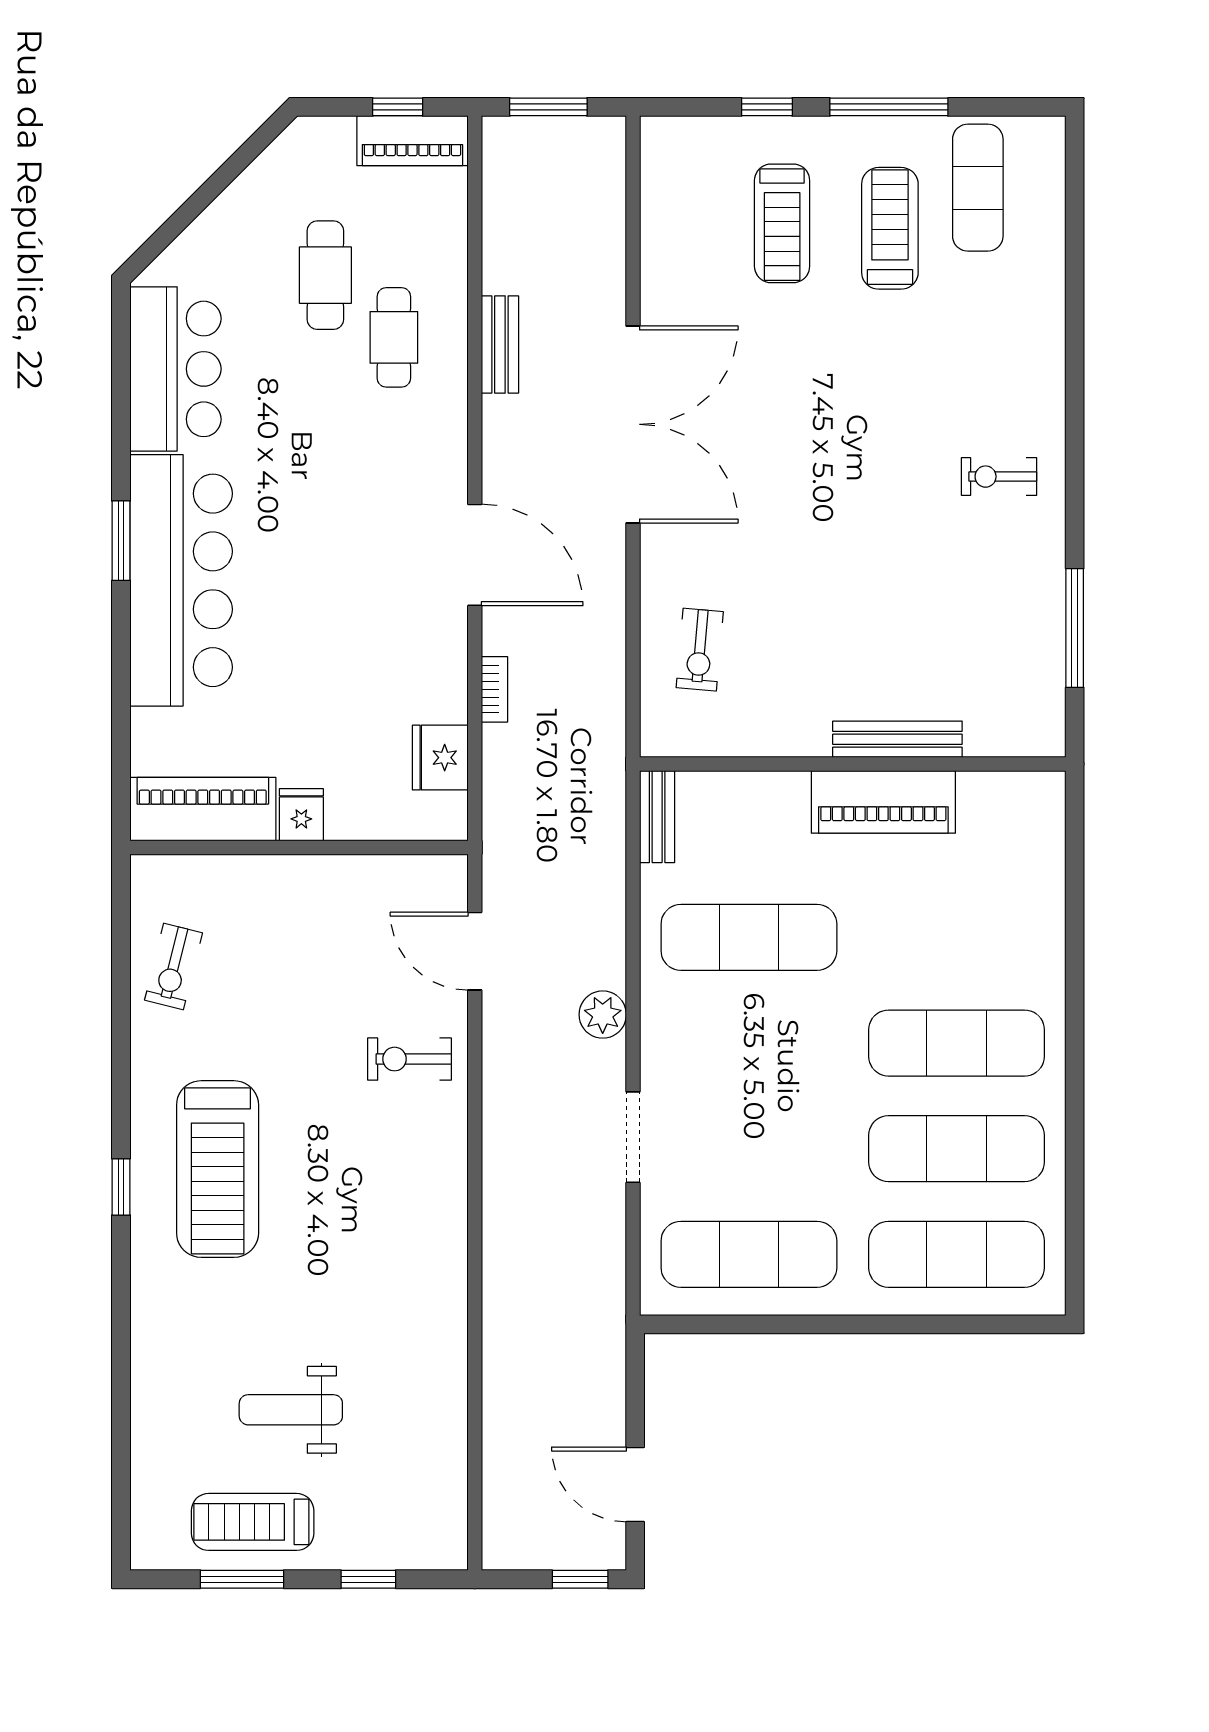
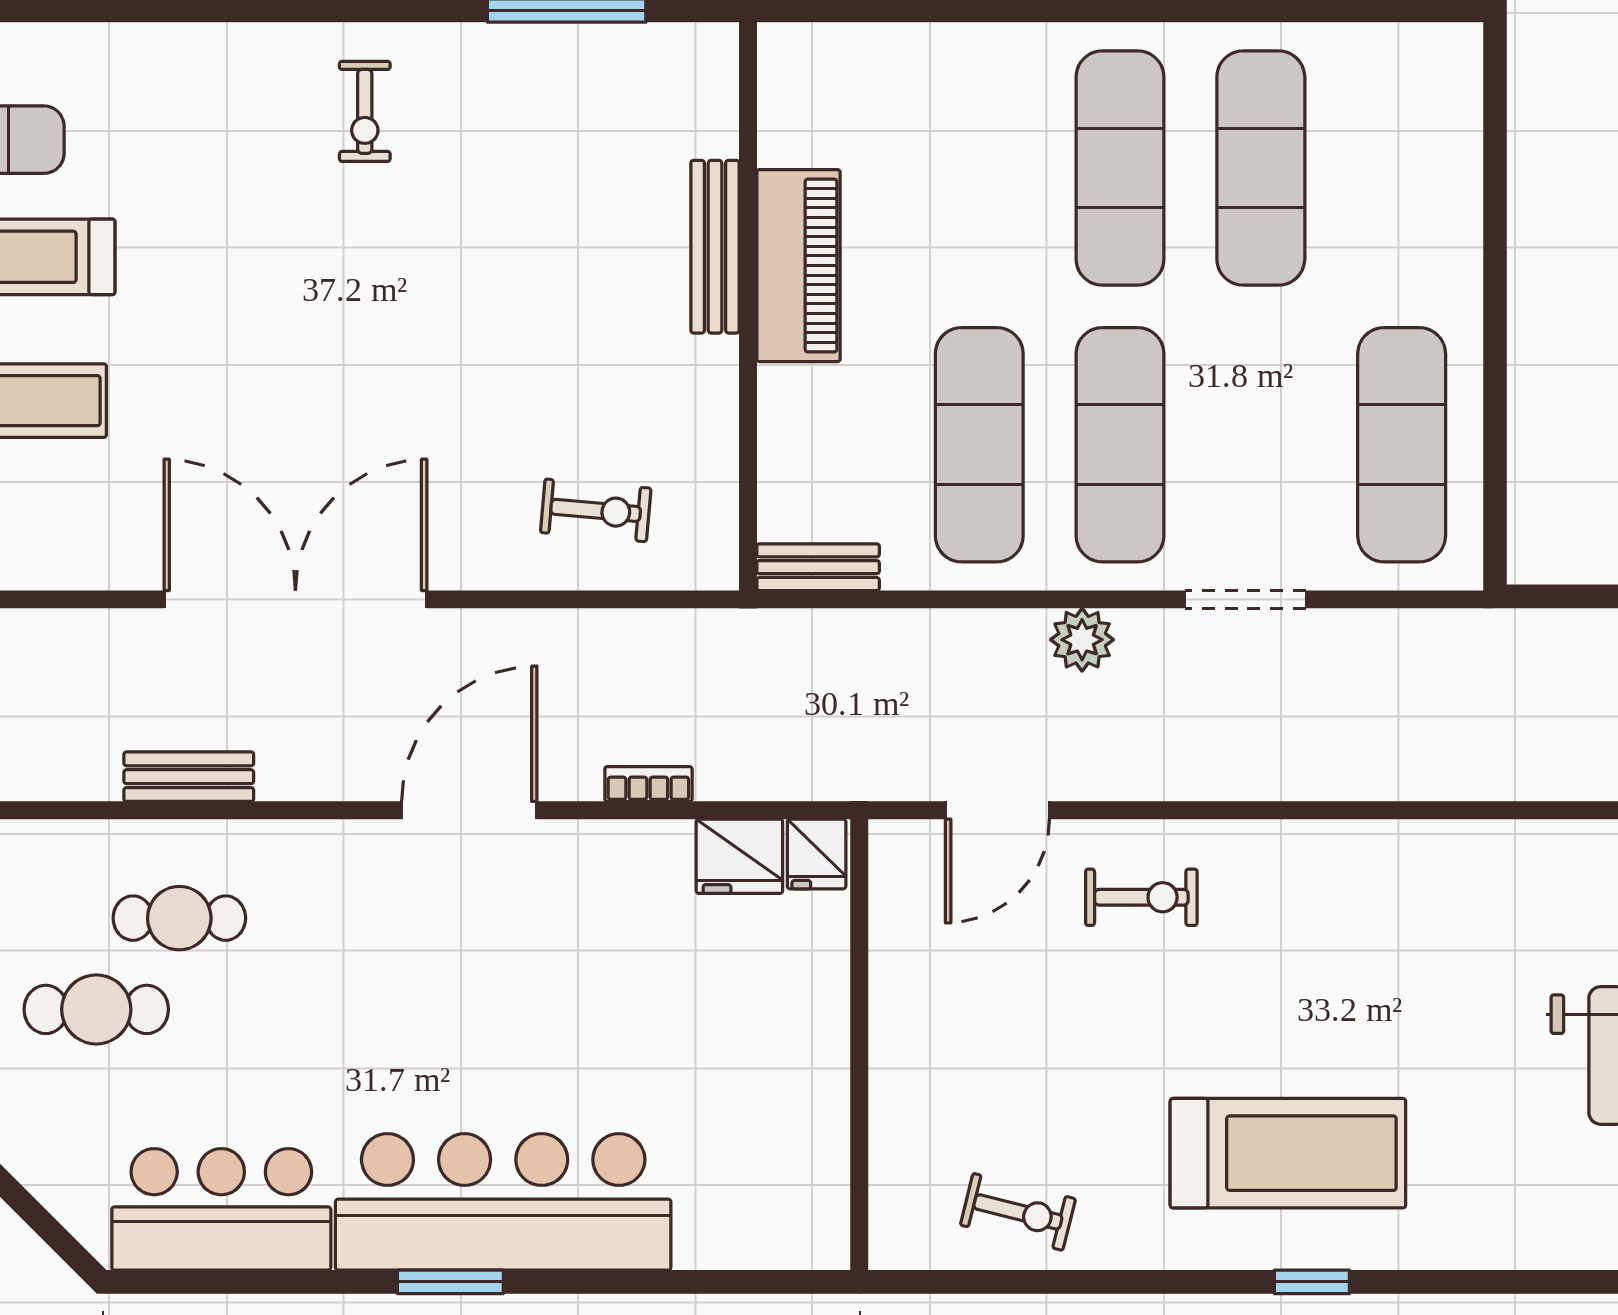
piano: (203, 809) -> (808, 1173), removed
fridge: (301, 815) -> (817, 854), moved, turned -90
exercise bike: (410, 1059) -> (1141, 897), turned -90
exercise mat: (957, 1254) -> (1120, 445), moved

